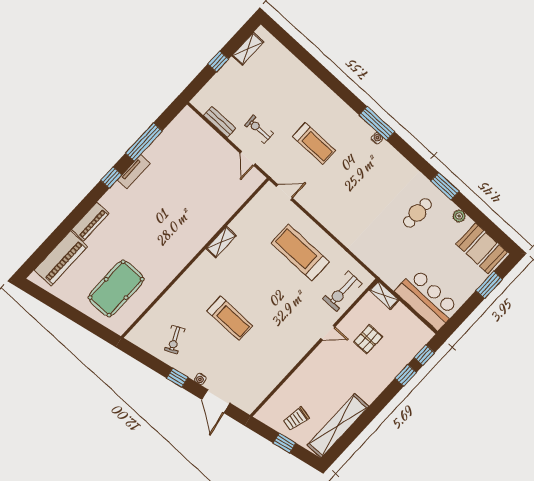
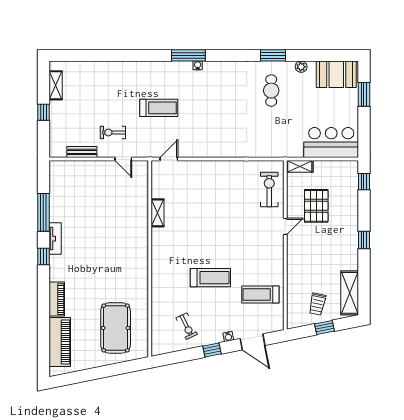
shelving: (221, 242) -> (158, 213), moved
treadmill: (300, 253) -> (260, 294), moved, width x0.73, depth x0.73
exercise bike: (342, 291) -> (269, 190), turned 180
pallet: (368, 339) -> (316, 206), width x1.50, depth x1.42
window: (406, 375) -> (364, 240), moved
shelving: (338, 426) -> (350, 293), width x0.68

